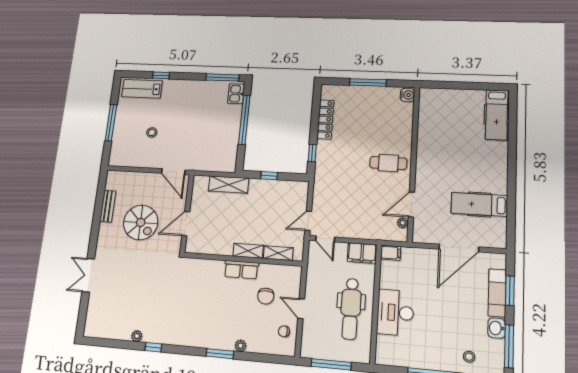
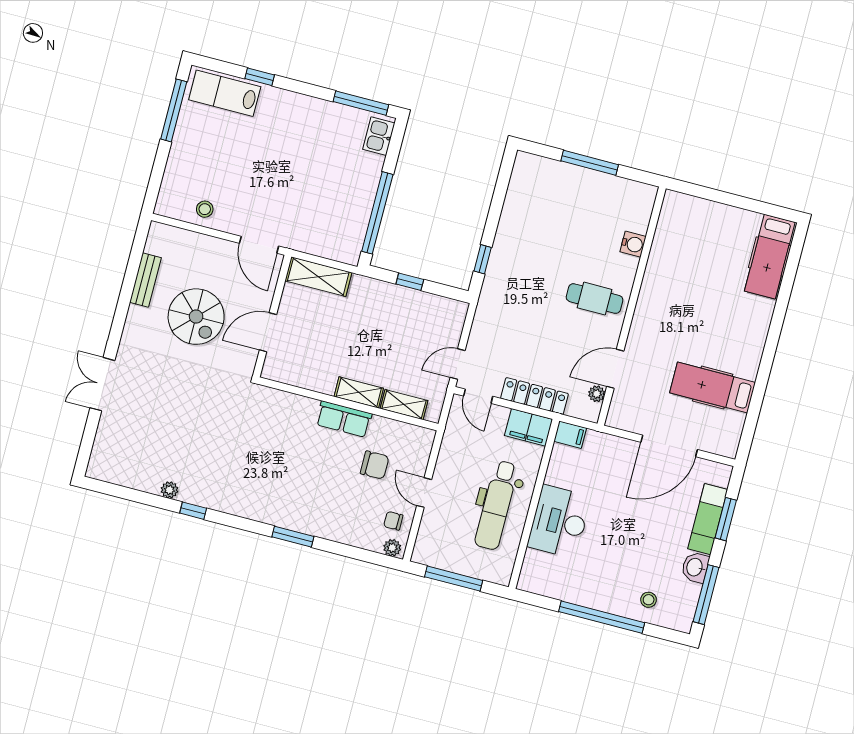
water cooler: (407, 95) -> (633, 244), moved
locker: (325, 119) -> (535, 396), moved, turned -90
window: (244, 120) -> (377, 213), moved
window: (111, 123) -> (174, 110), moved
stool: (152, 132) -> (205, 209), moved
shelving: (229, 185) -> (318, 277), moved
chair: (266, 296) -> (375, 465), turned -90
plant: (241, 346) -> (392, 548), moved

